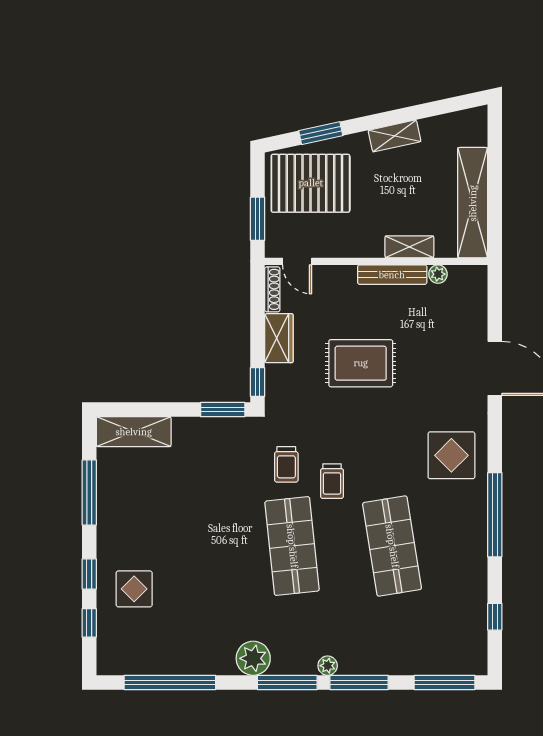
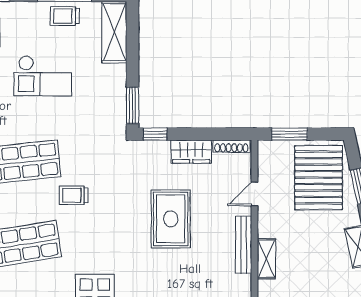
door: (297, 261) -> (254, 194), moved
plant: (438, 274) -> (244, 282), removed
trolley: (286, 464) -> (65, 16), moved
checkout: (187, 519) -> (43, 76), added

